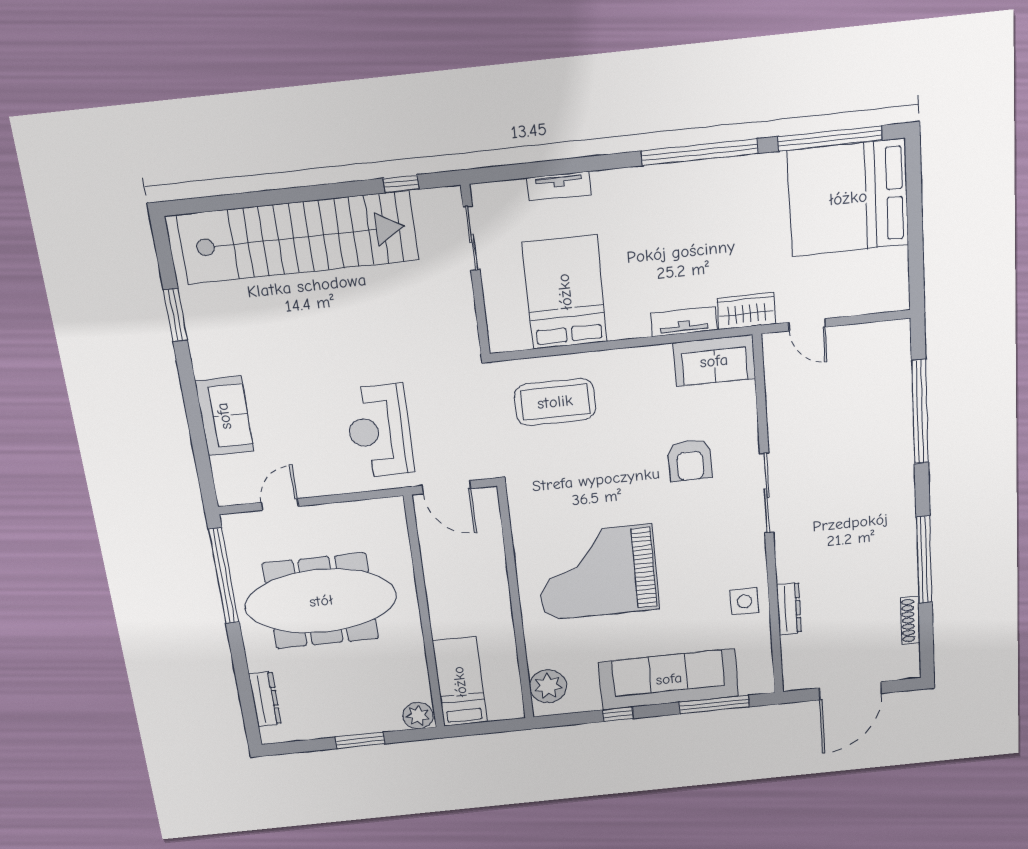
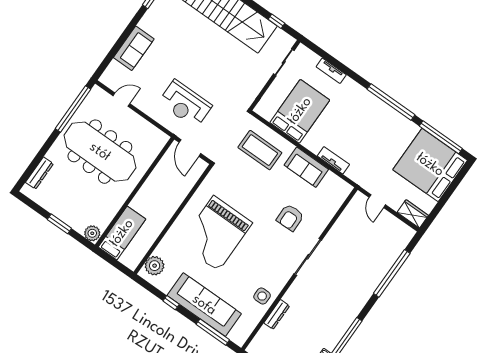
wardrobe: (746, 311) -> (413, 214), moved
sofa: (714, 361) -> (306, 167), moved
reception desk: (379, 431) -> (185, 104), turned -90
grand piano: (597, 572) -> (216, 233), turned -90

